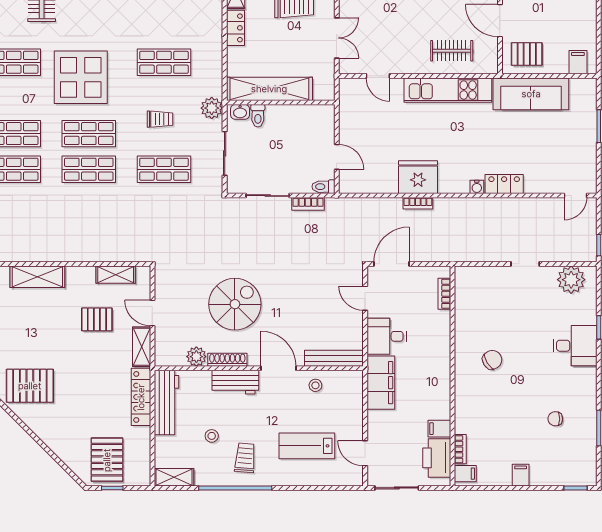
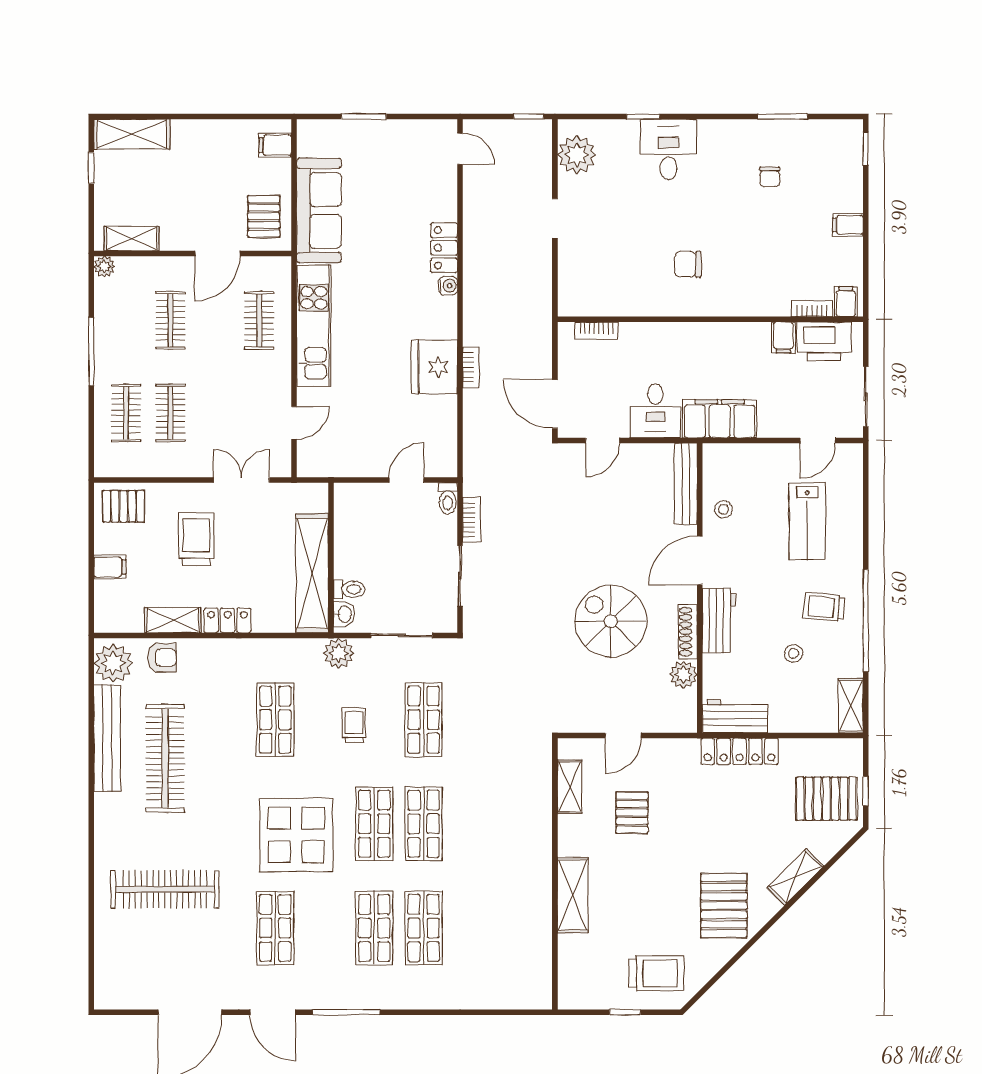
shelving: (142, 347) -> (796, 877), moved, turned -45
chair: (492, 360) -> (688, 264), turned -58
workbench: (166, 403) -> (735, 716), width x0.73

